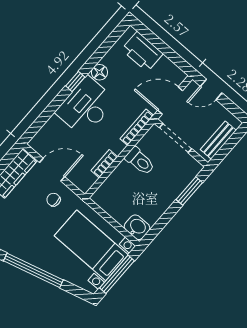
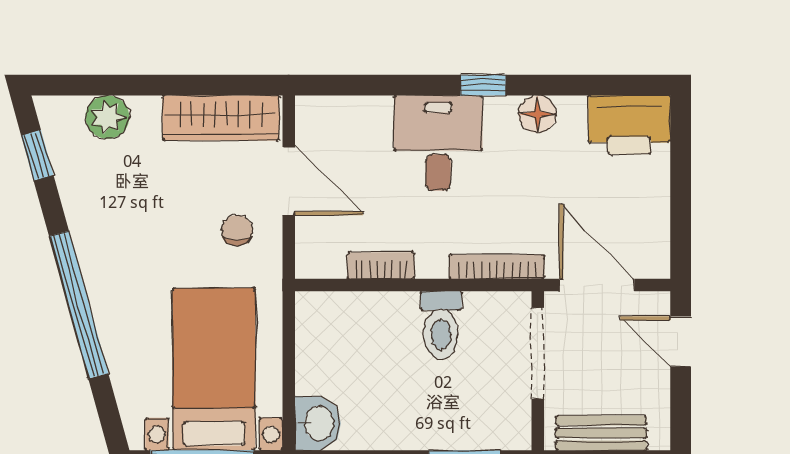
printer: (142, 52) -> (629, 125), moved, turned -90
desk: (86, 106) -> (438, 143), width x0.73

